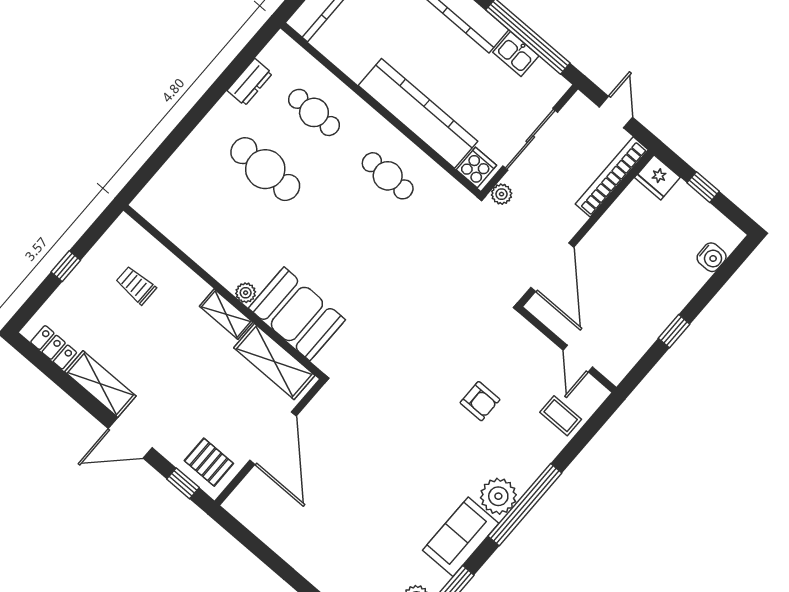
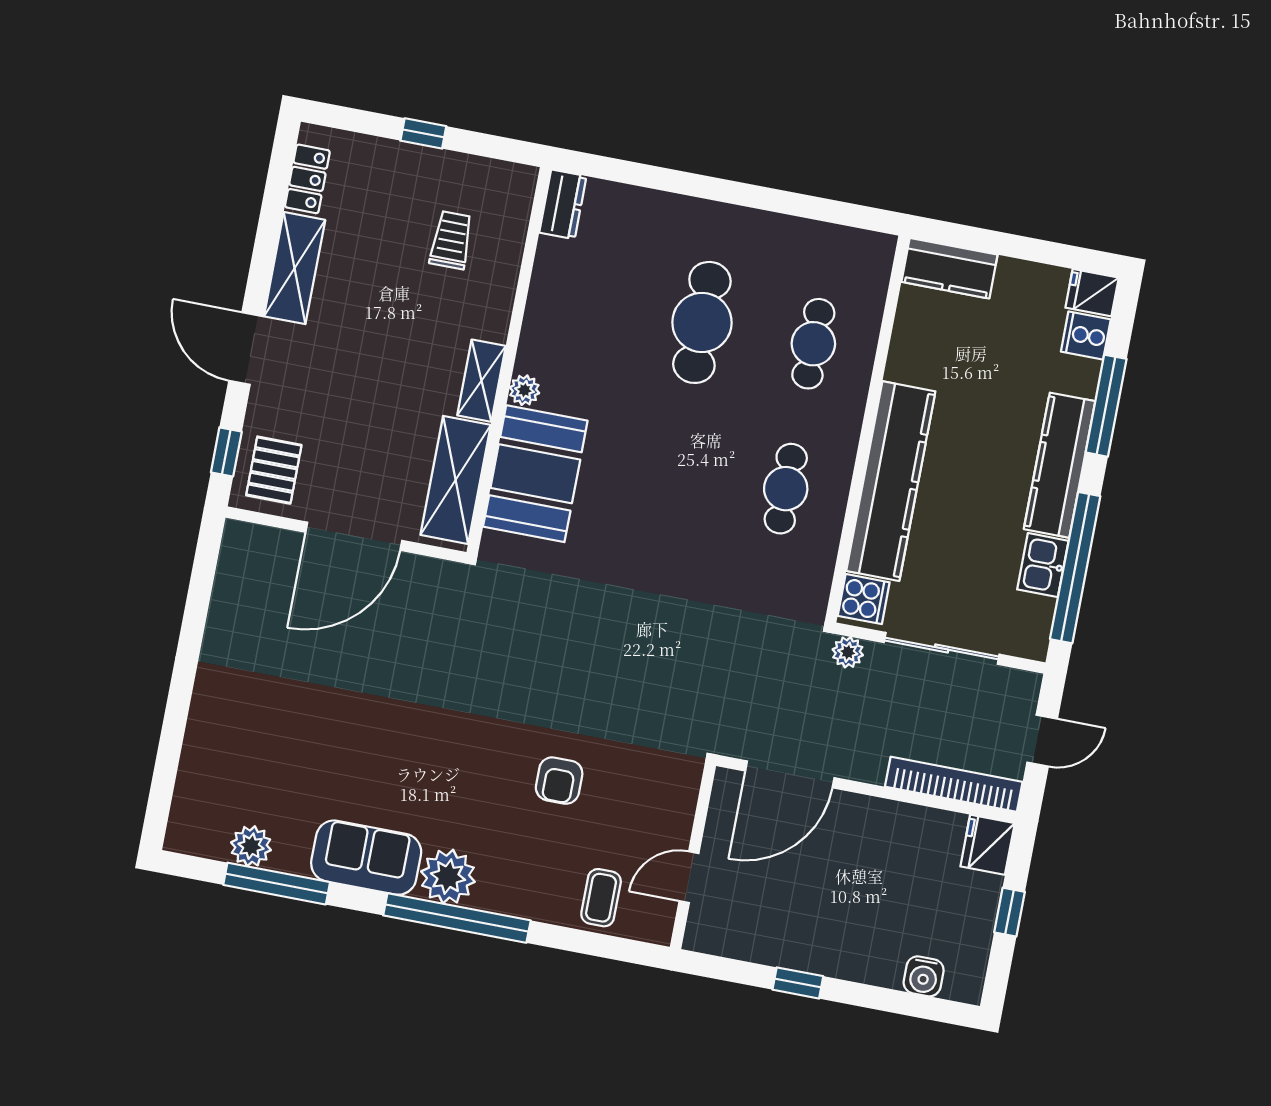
dresser: (250, 82) -> (563, 204), moved, turned -90

